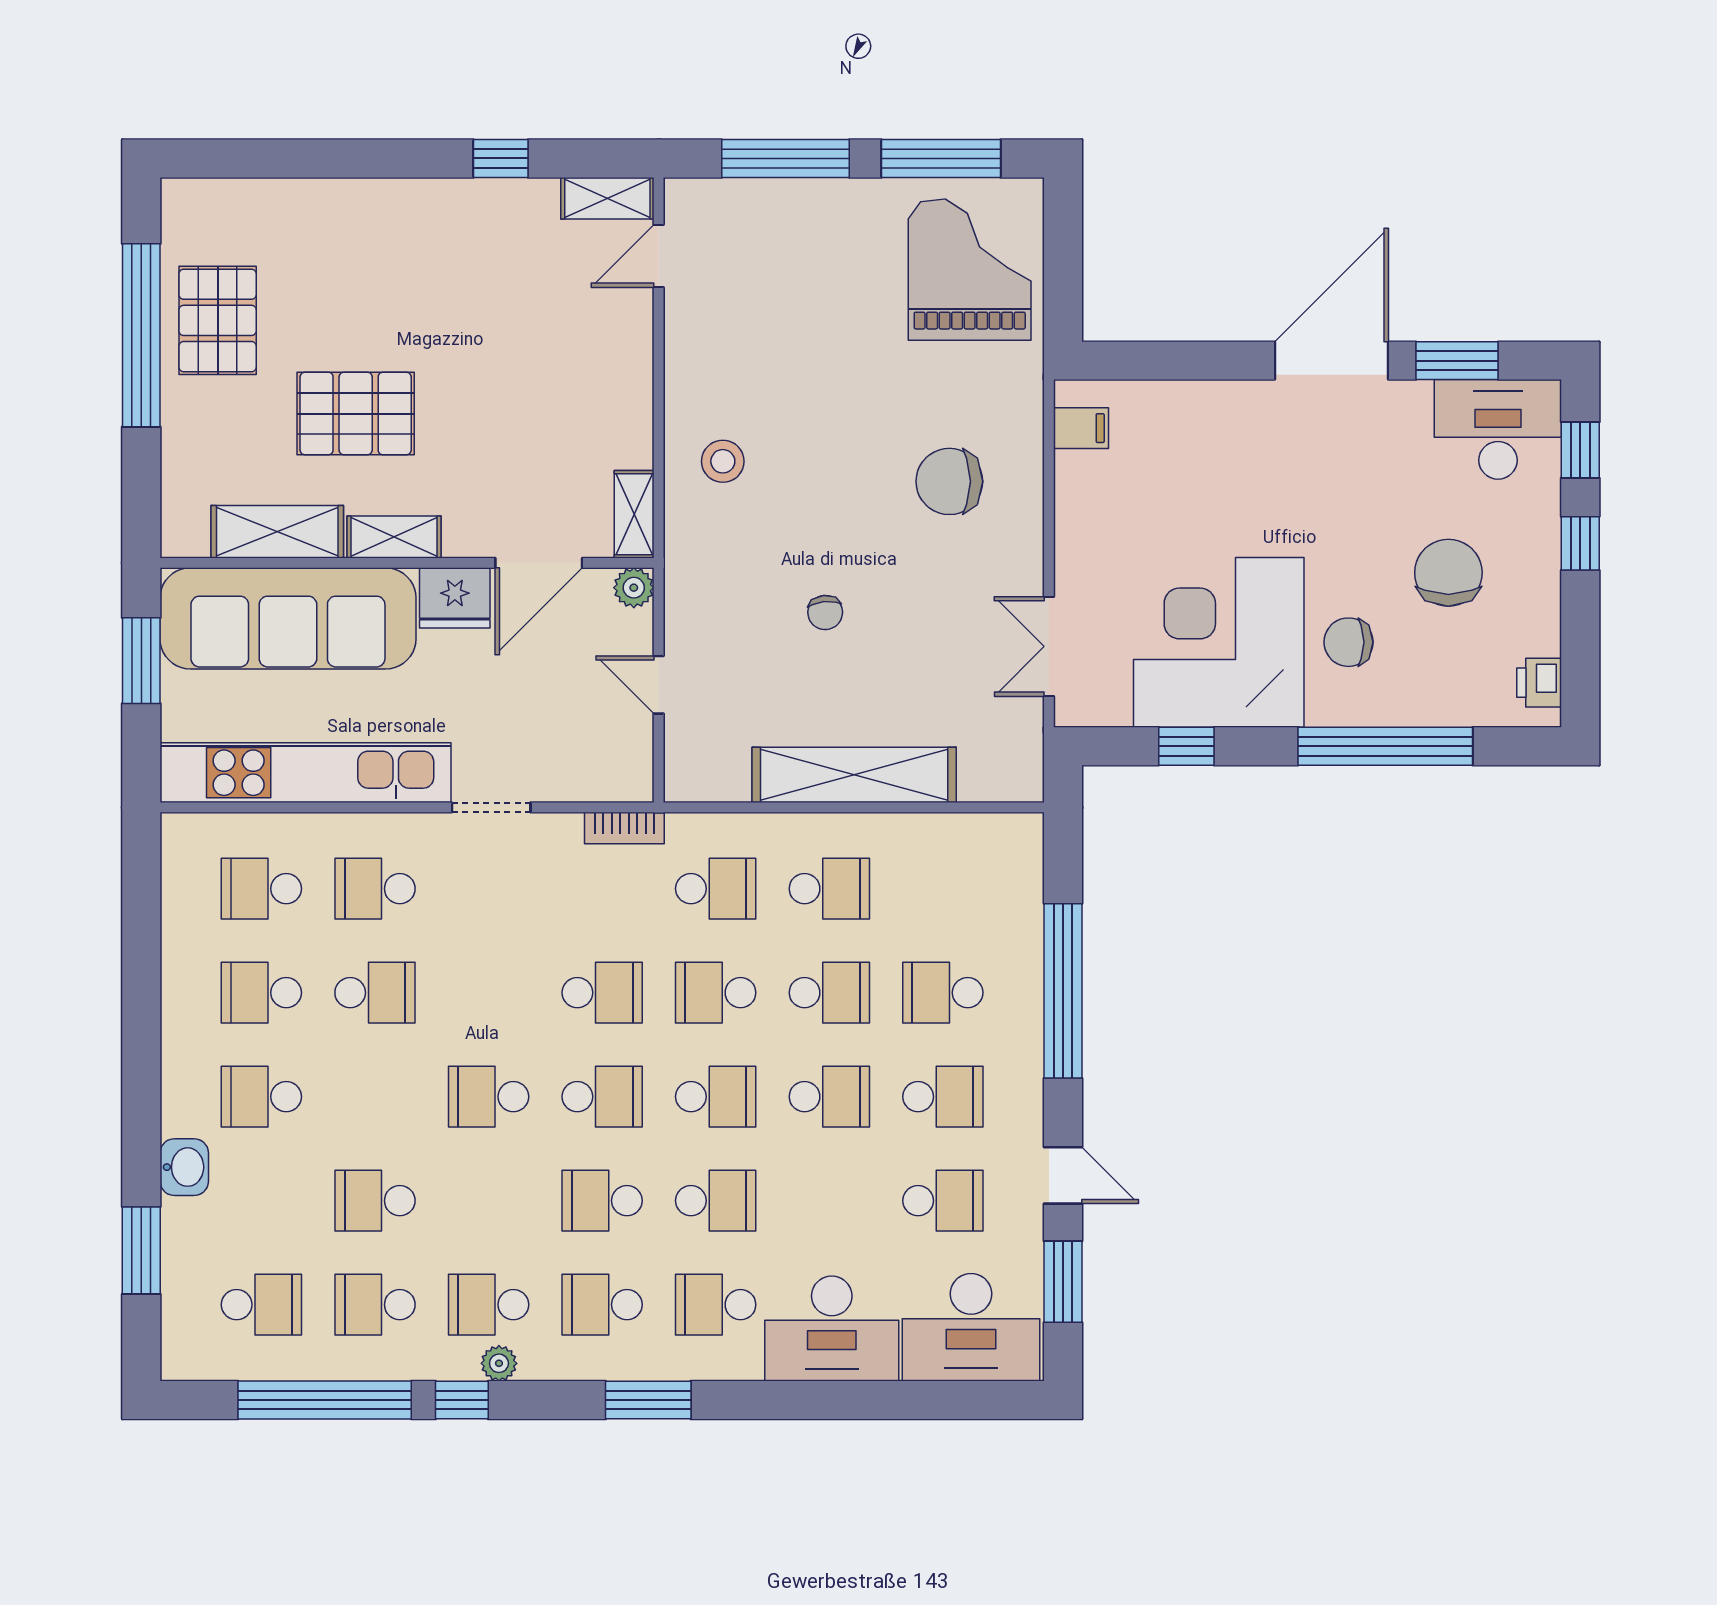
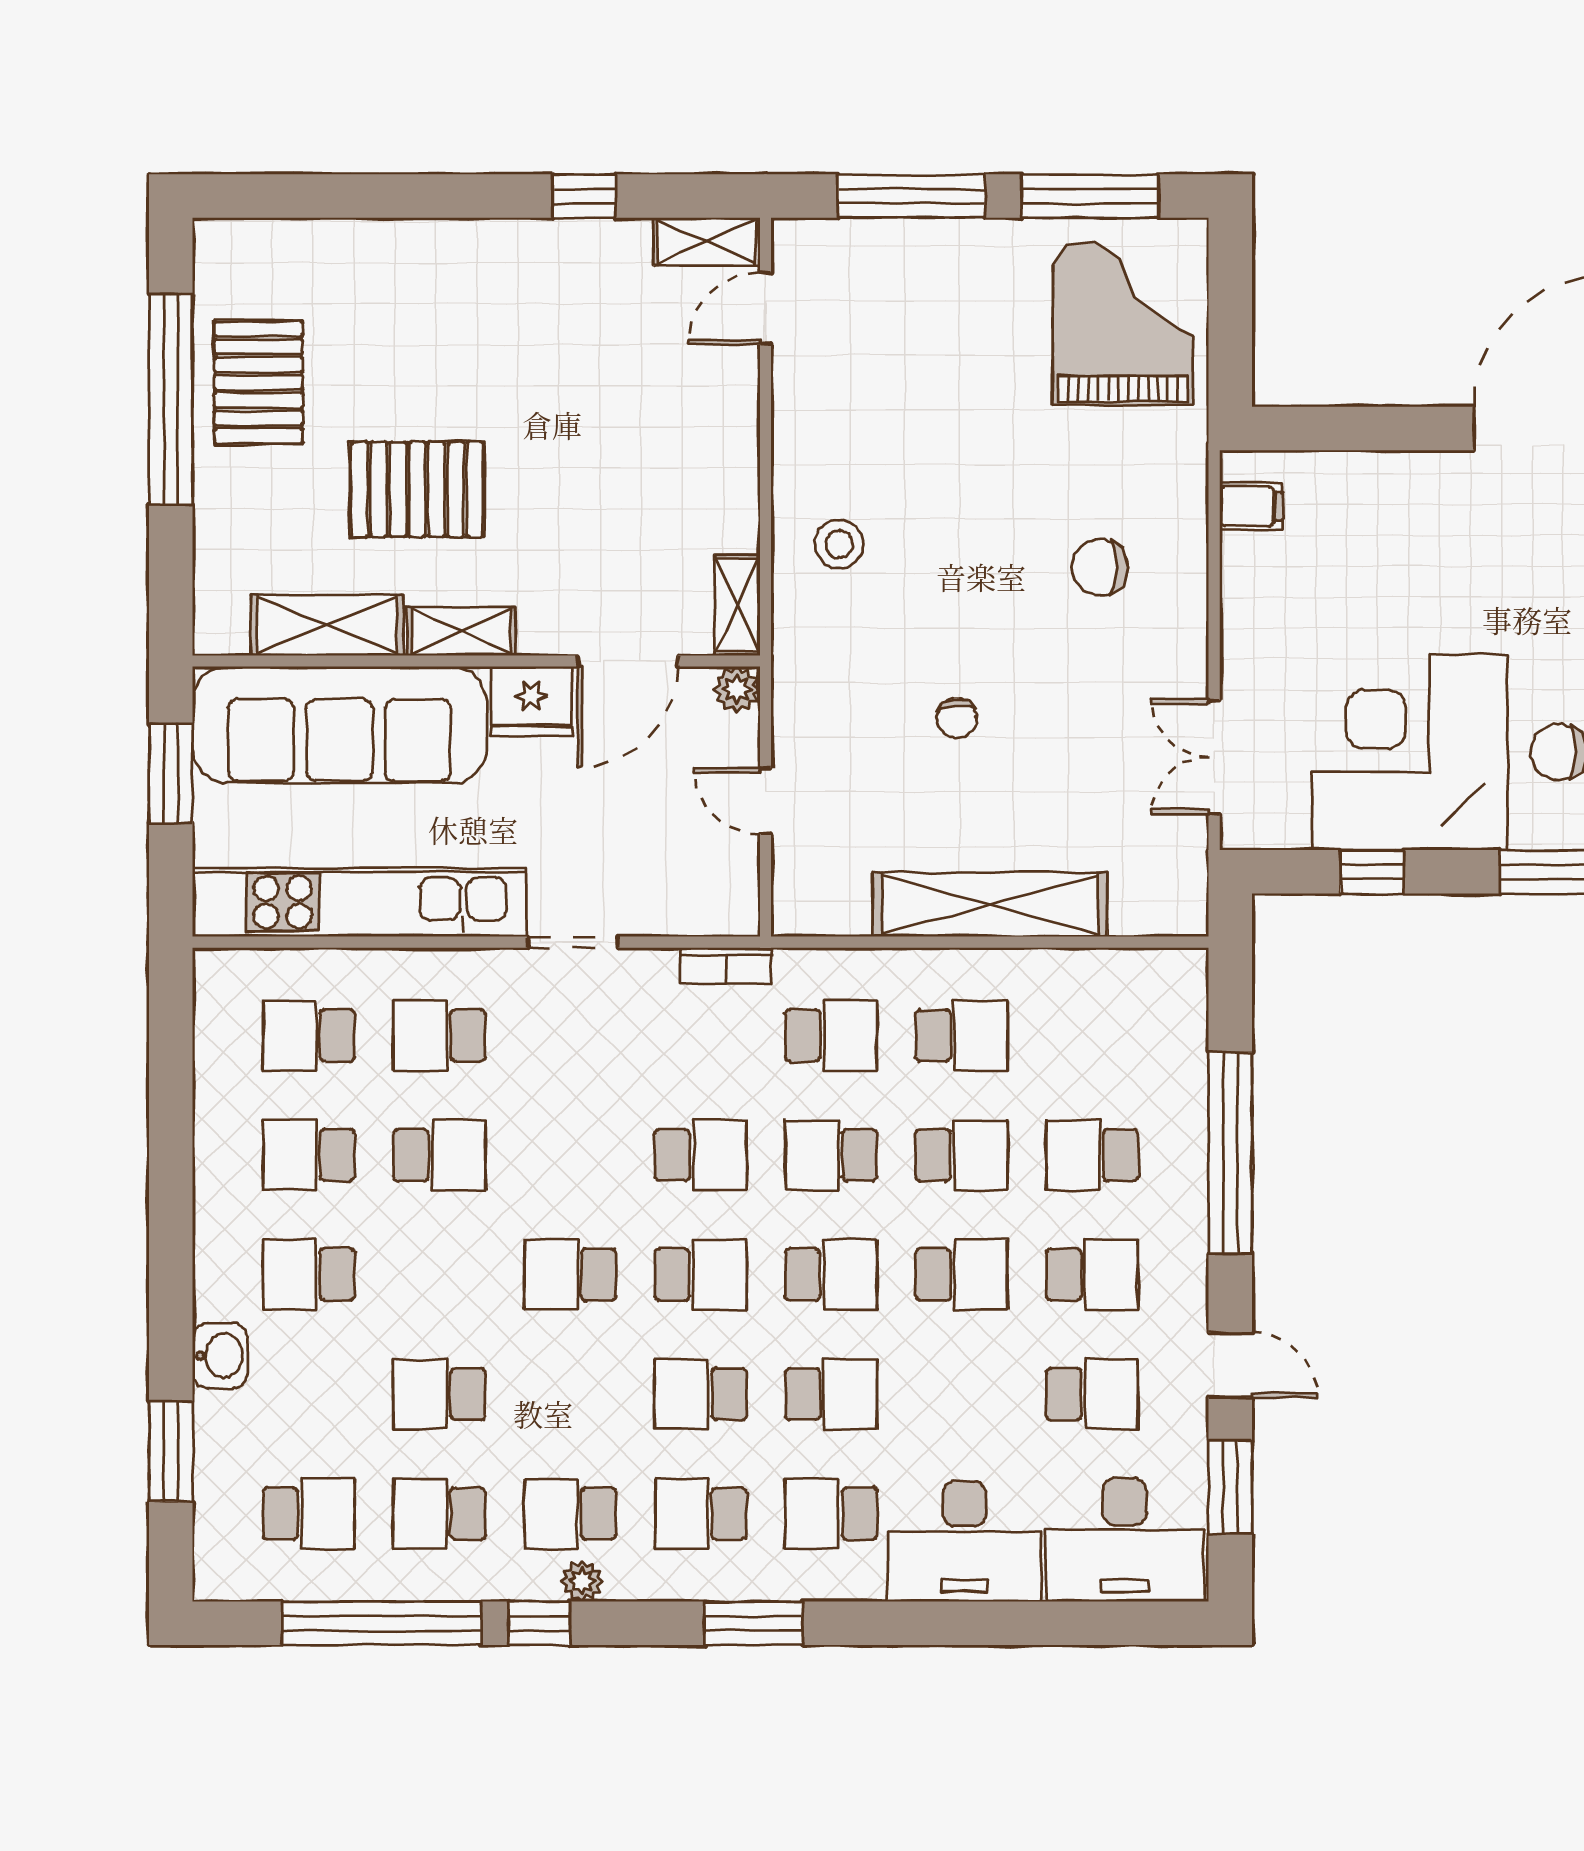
chair: (949, 481) -> (1100, 567), width x0.73, depth x0.73

